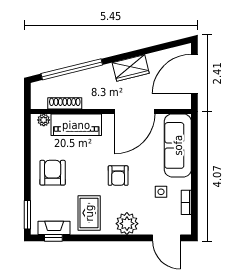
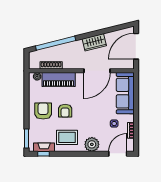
armchair: (118, 176) -> (65, 111), moved
rug: (89, 213) -> (67, 137), turned 90
door: (167, 238) -> (118, 154), swing flipped

